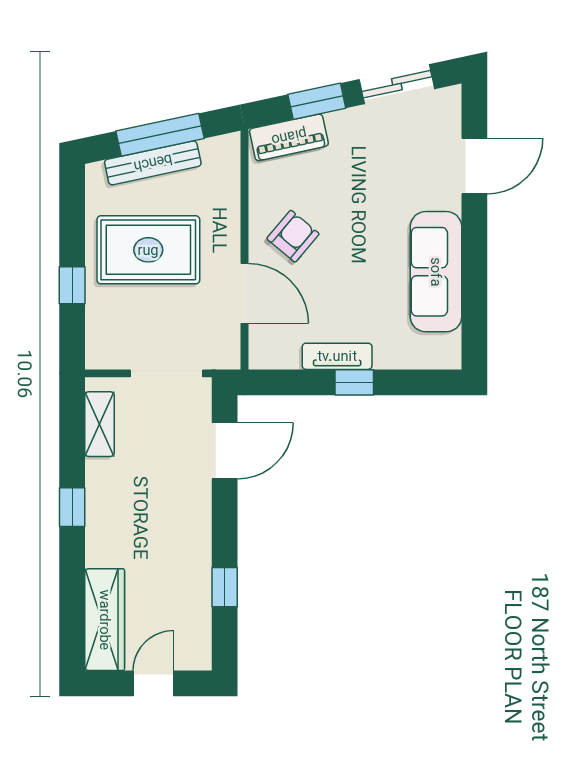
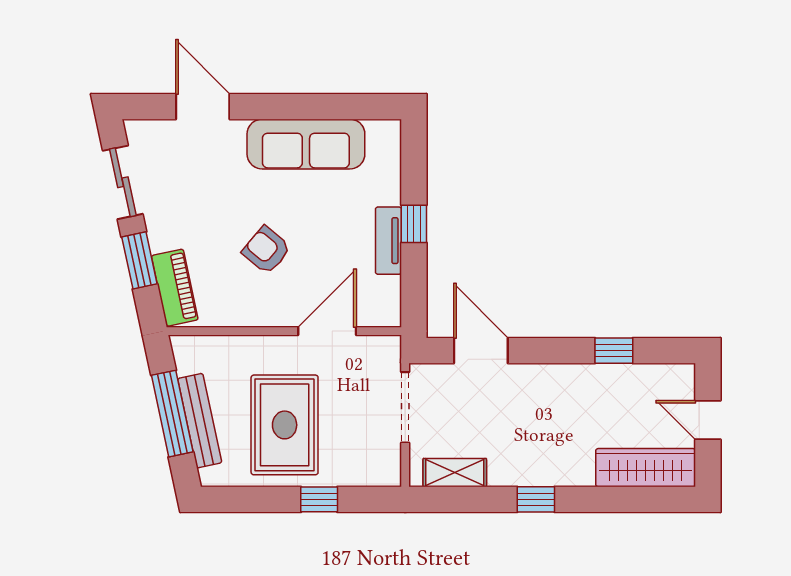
armchair: (293, 236) -> (266, 250), moved

